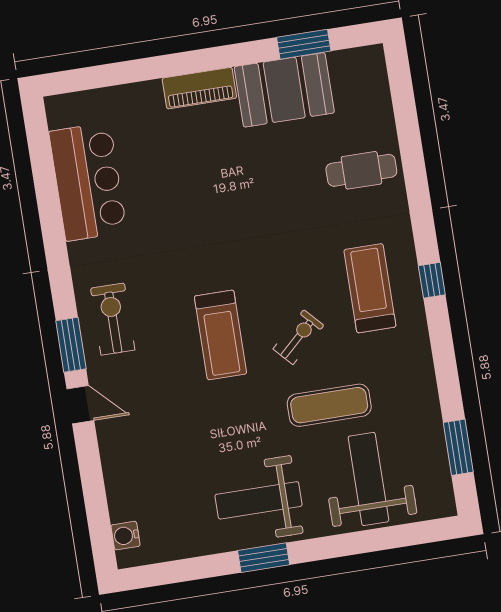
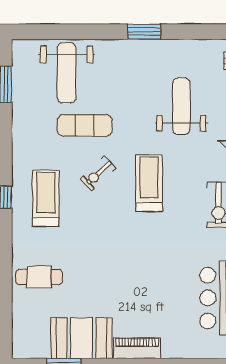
treadmill: (370, 288) -> (46, 198), turned 180
weight bench: (259, 500) -> (181, 106), moved, turned -90

